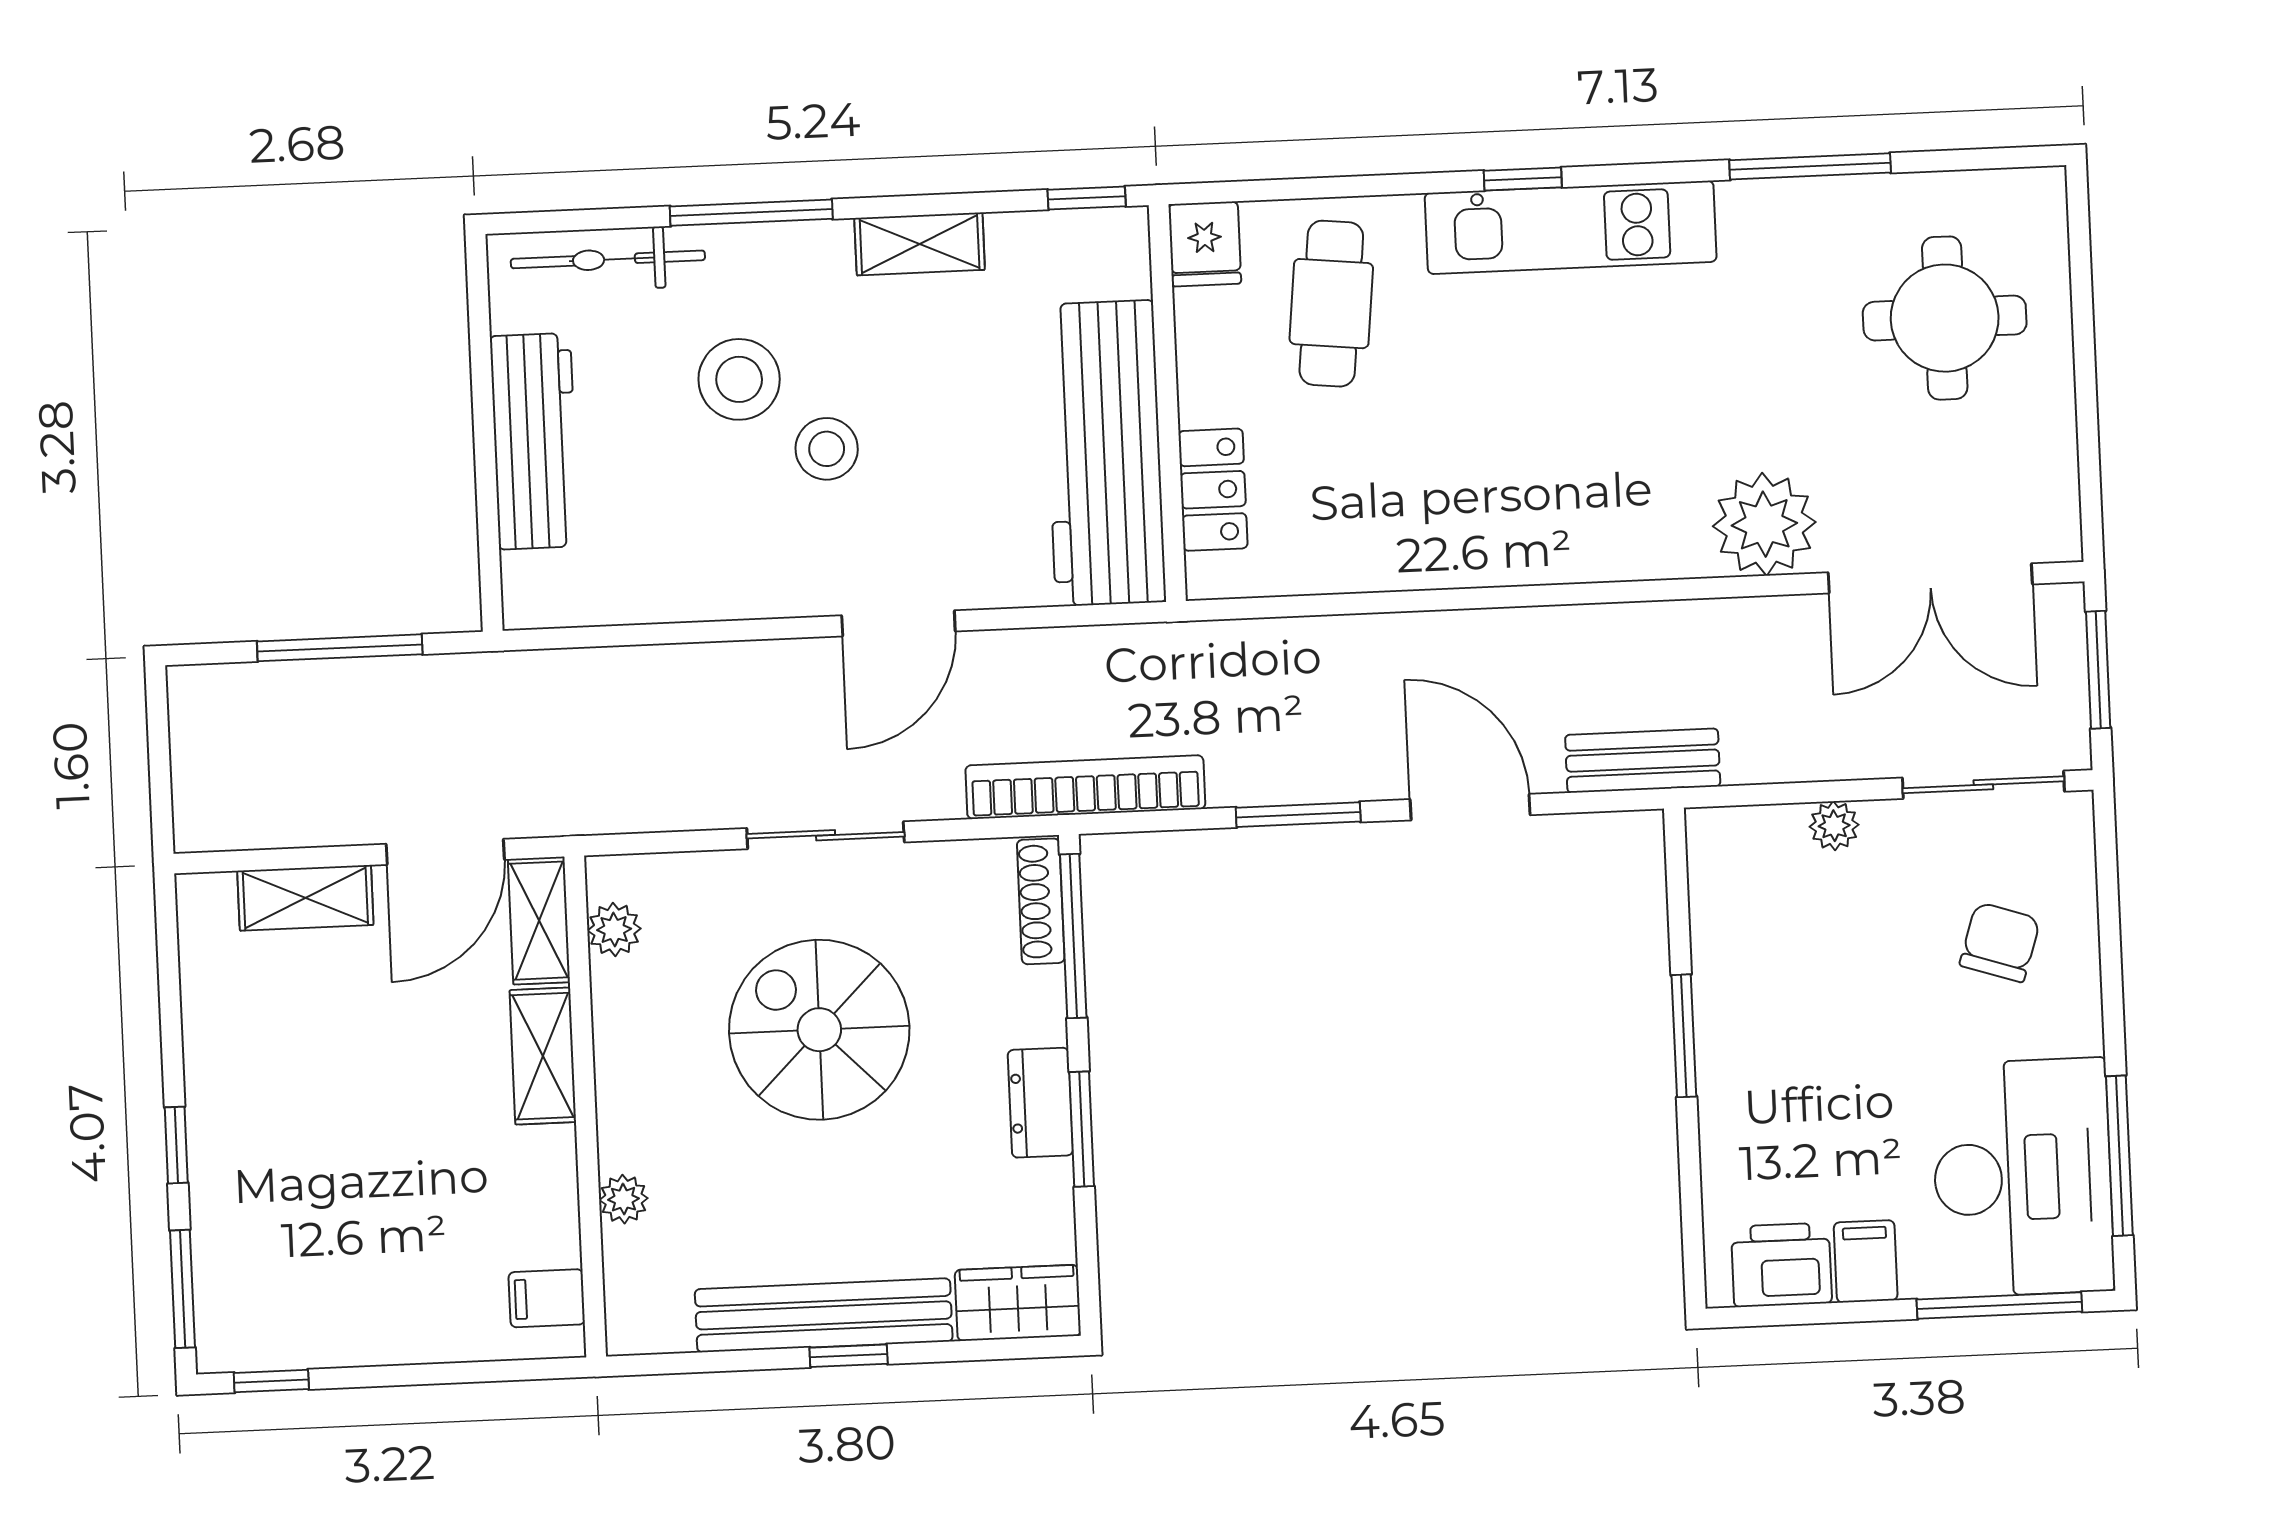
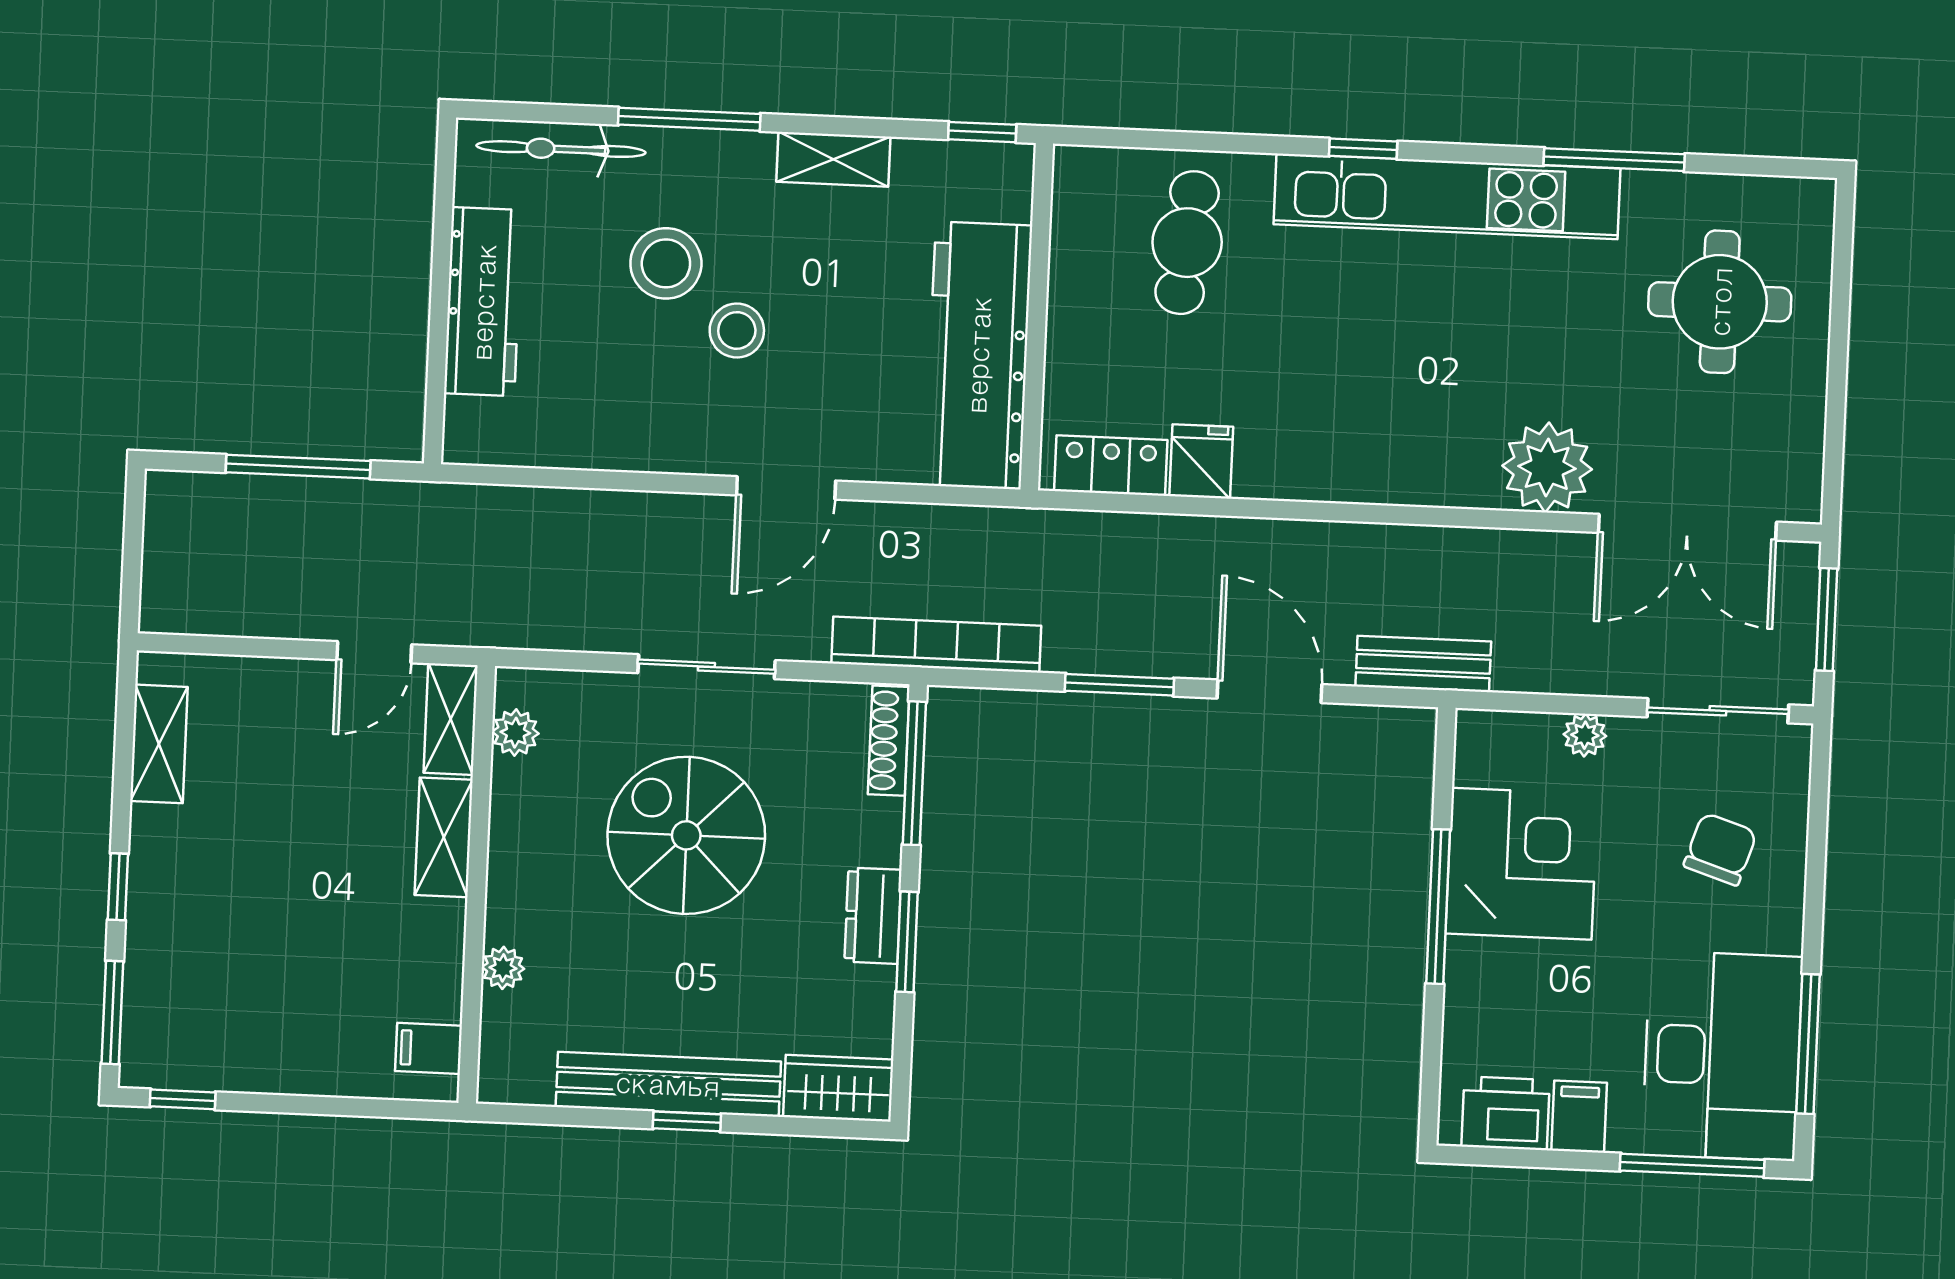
kitchen unit: (1571, 227) -> (1447, 196), width x1.36
fridge: (1205, 244) -> (1201, 461), moved, turned 180
locker: (1213, 490) -> (1111, 466), moved, turned -90
door: (445, 852) -> (374, 652), width x0.73
shelving: (305, 898) -> (159, 744), moved, turned 90
corner desk: (1775, 979) -> (1522, 864), added
window: (1684, 1036) -> (1438, 907), width x1.44

